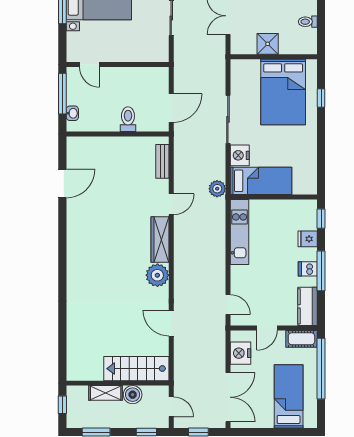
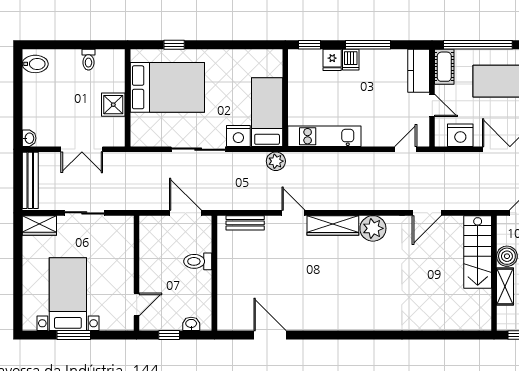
window: (62, 94) -> (169, 335), width x0.46
dishwasher: (308, 269) -> (351, 60), moved
kitchen counter: (307, 306) -> (419, 71), moved, turned 90

